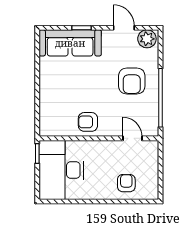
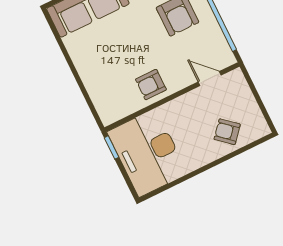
armchair: (126, 183) -> (227, 132), turned -49

